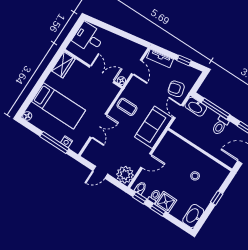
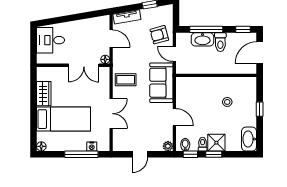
wardrobe: (63, 65) -> (44, 94), moved
double door: (102, 74) -> (84, 65), swing flipped
washbasin: (196, 107) -> (202, 39), moved
door: (146, 161) -> (174, 117), hinge flipped
plant: (125, 175) -> (168, 146), width x0.53, depth x0.53

